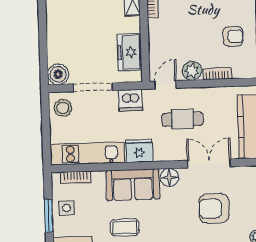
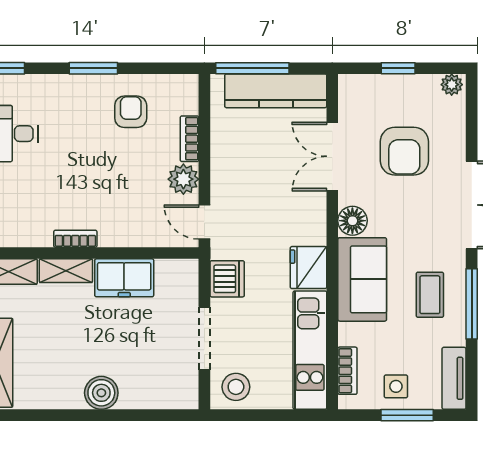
freezer: (129, 52) -> (124, 278), moved
boiler: (58, 74) -> (101, 393), moved
cafe table: (182, 119) -> (260, 197), removed

